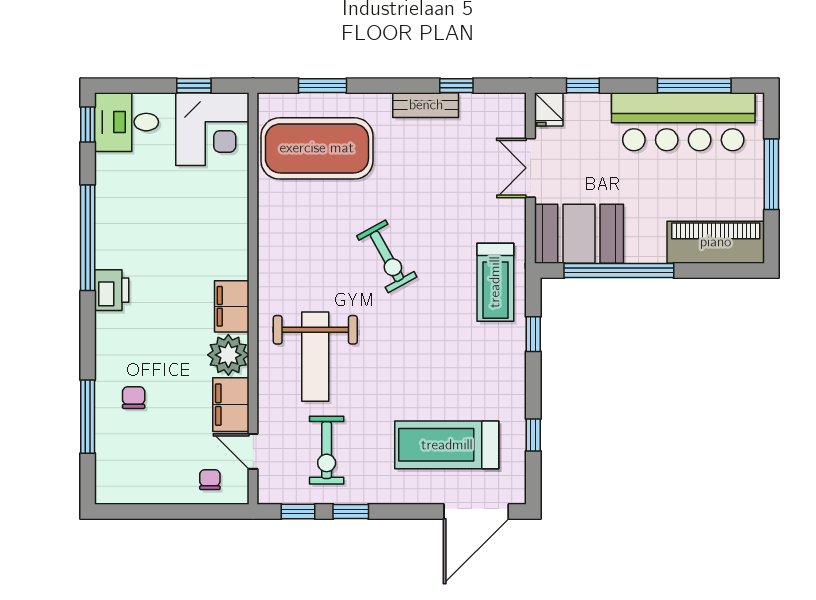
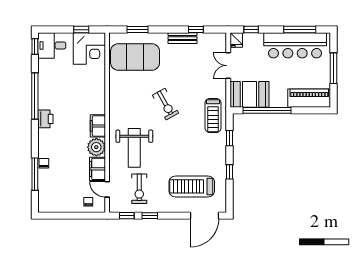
chair: (134, 398) -> (44, 163), moved
window: (533, 435) -> (230, 172), moved

